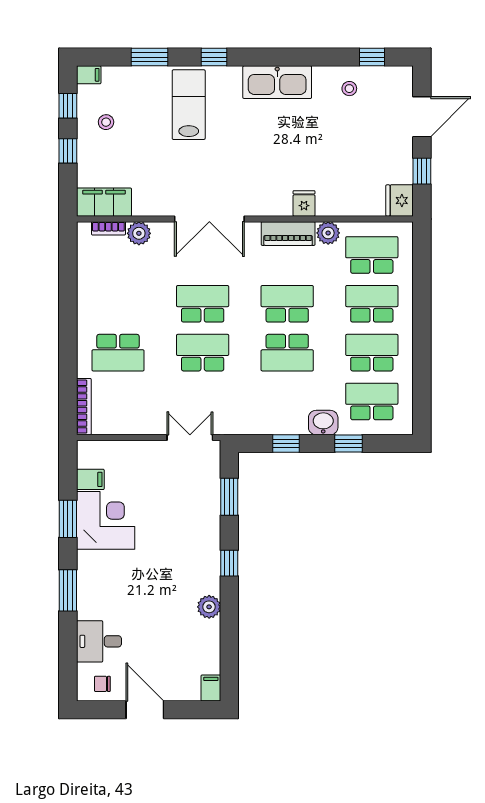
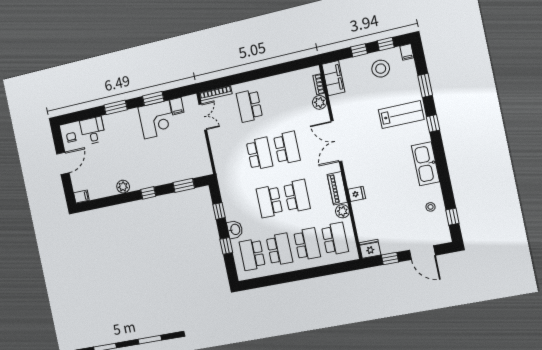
stool: (106, 122) -> (381, 69), width x1.89, depth x1.89
school desk: (372, 401) -> (252, 255), turned 180
double door: (190, 438) -> (203, 117), moved

